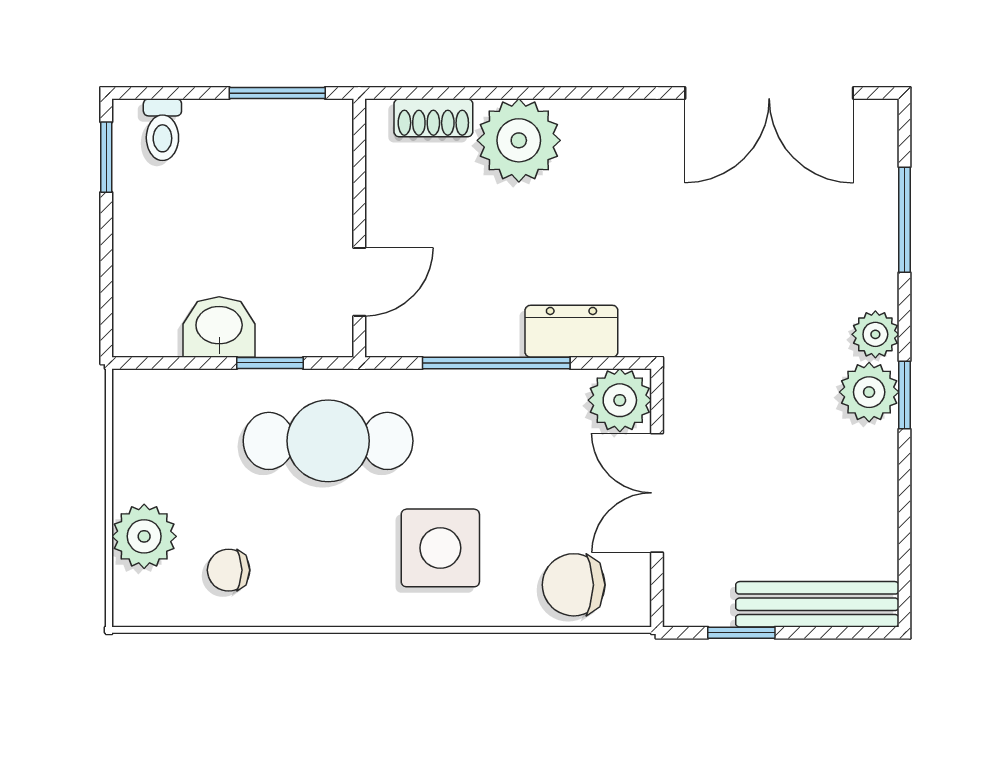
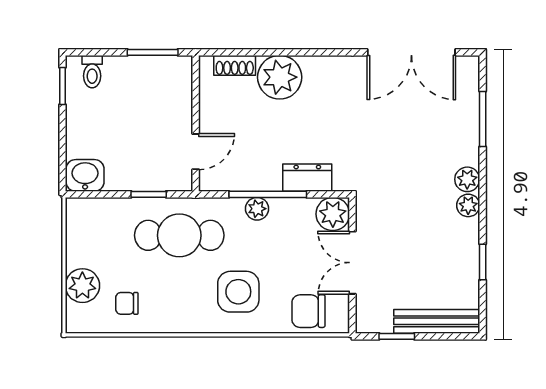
washbasin: (219, 327) -> (85, 175), moved
plant: (476, 390) -> (257, 209), added
plant: (869, 392) -> (468, 205), width x0.73, depth x0.73
window: (904, 395) -> (483, 262), moved

